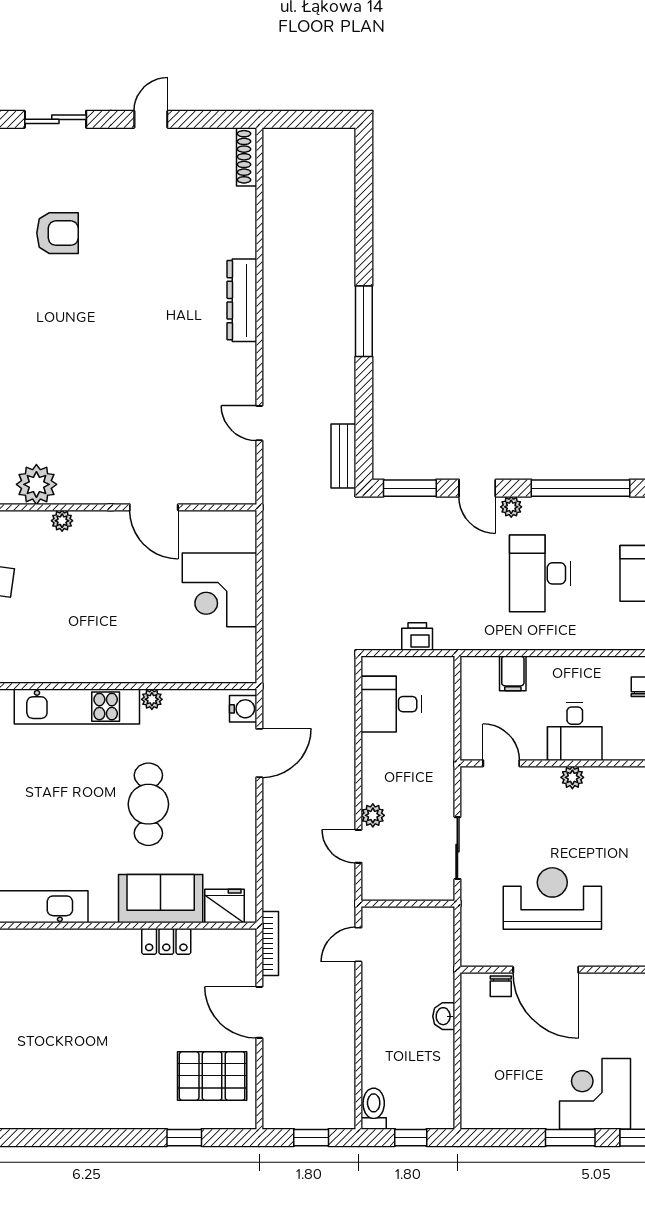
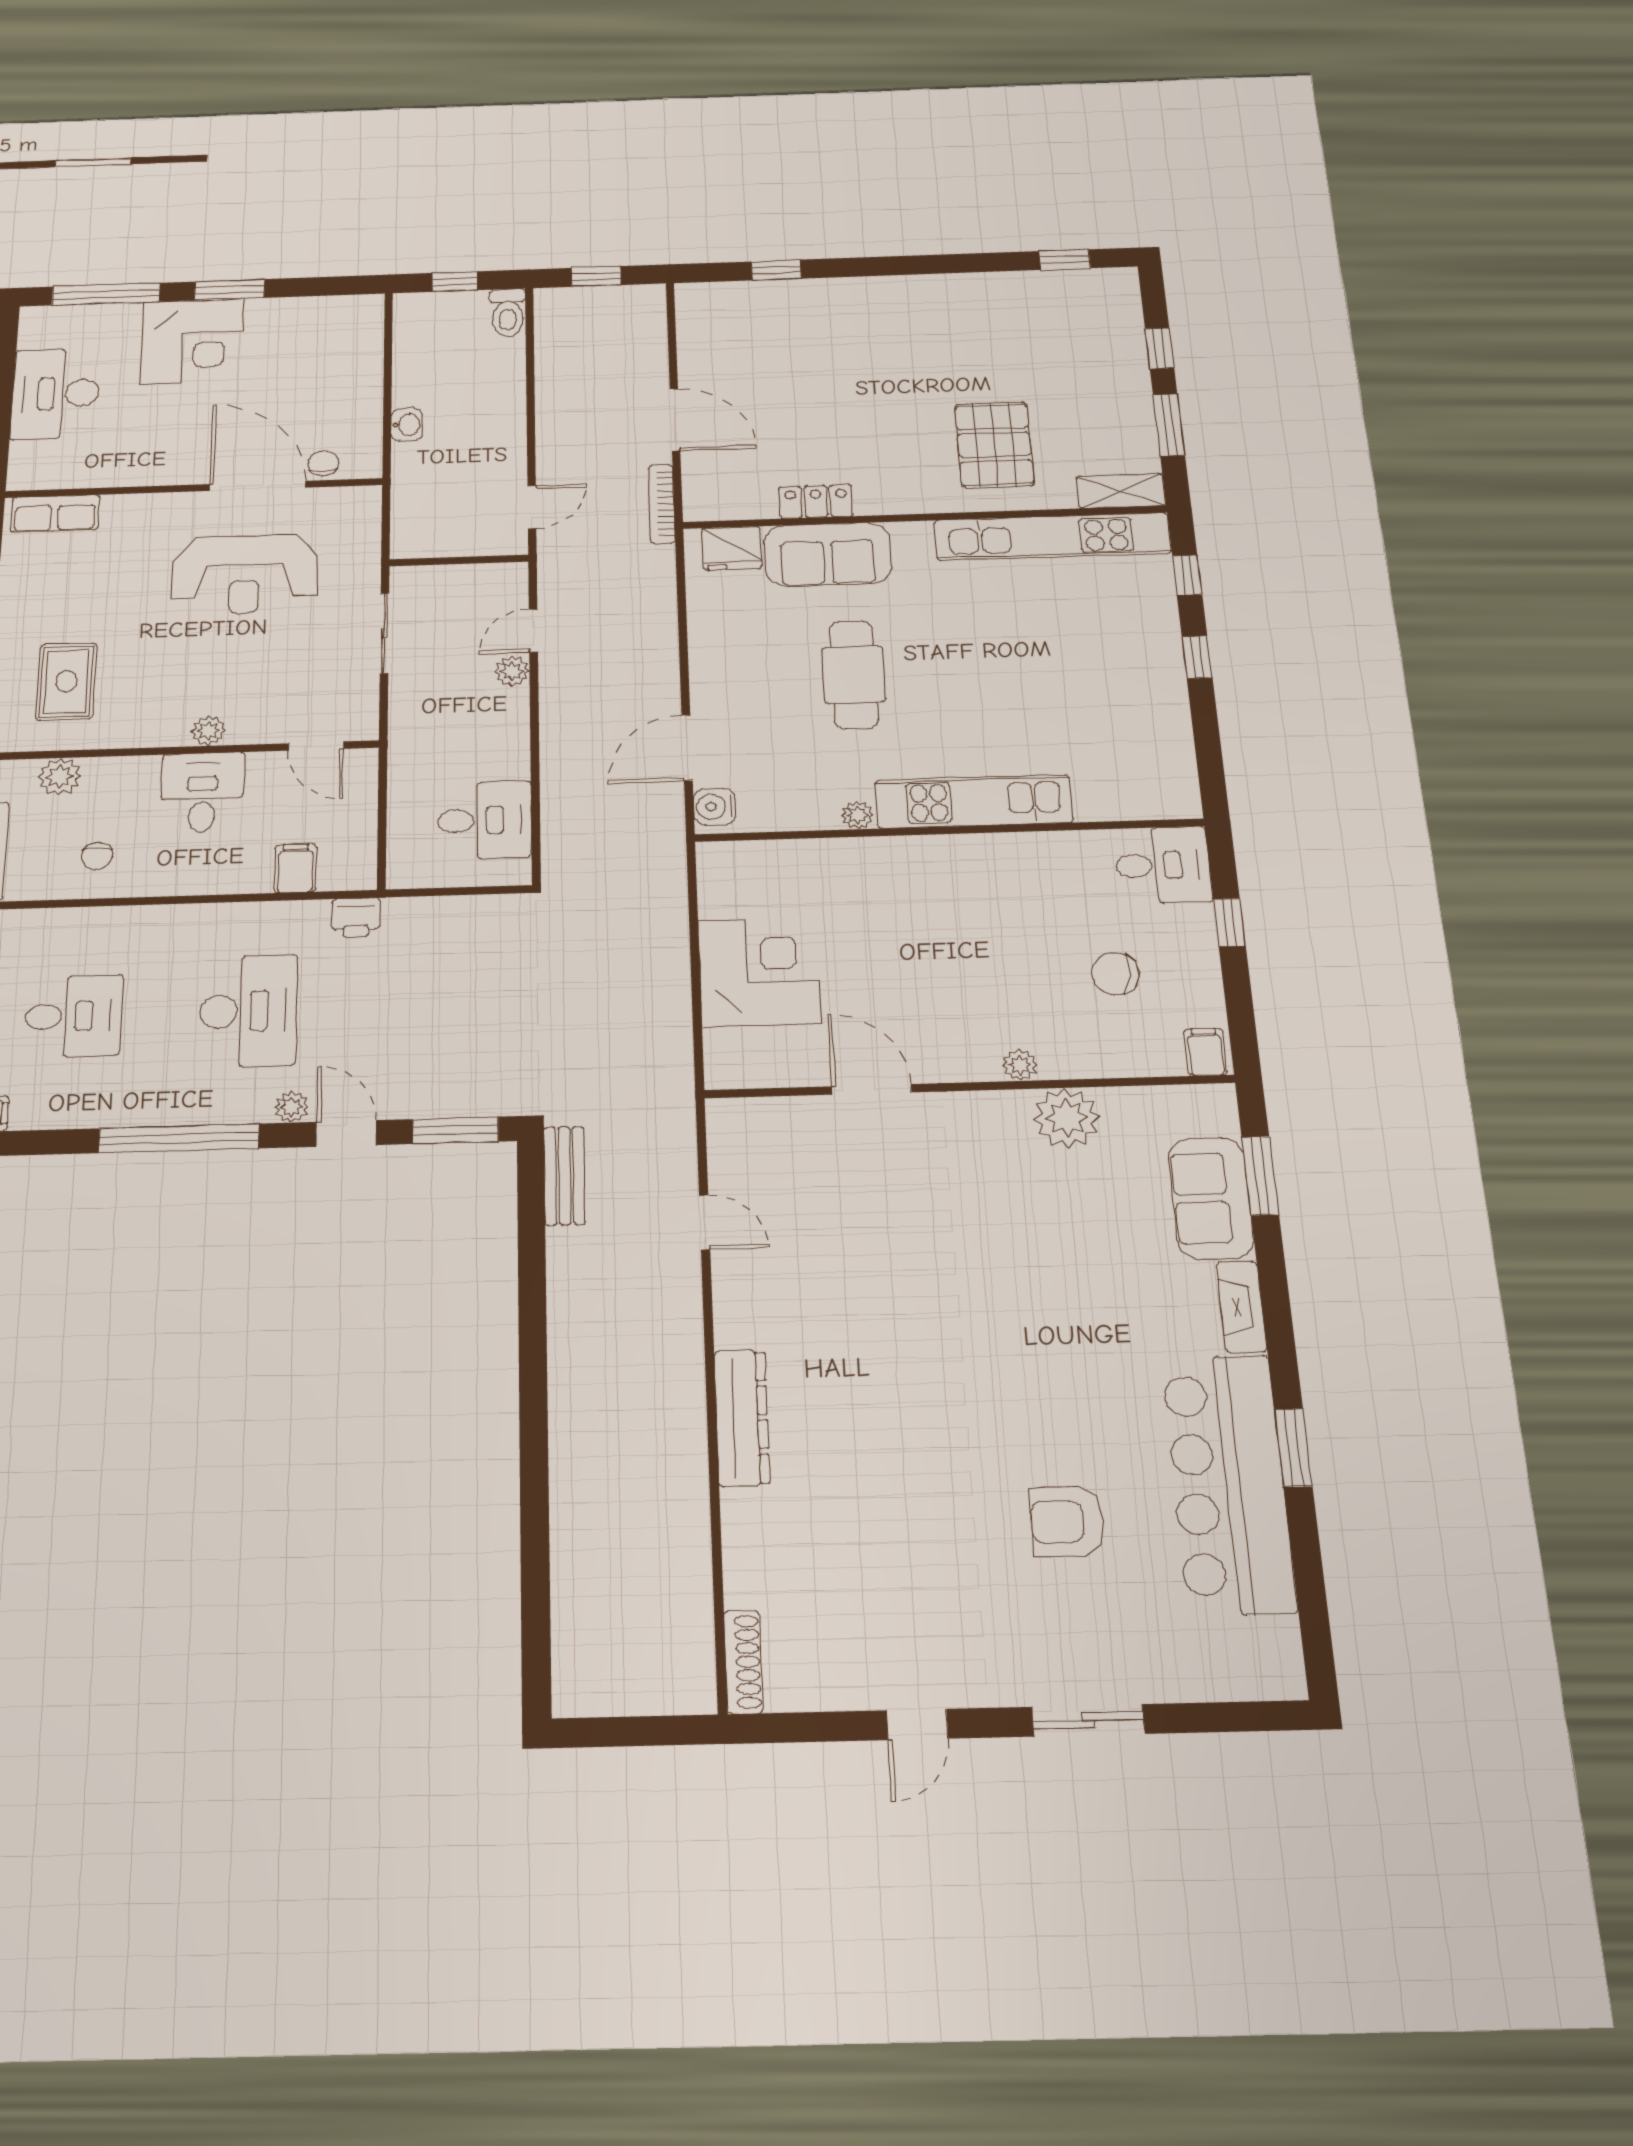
window: (364, 321) -> (533, 1389), removed
printer: (417, 637) -> (356, 918), moved
door: (358, 846) -> (533, 631), swing flipped
pallet: (212, 1076) -> (994, 445), moved, turned 90

